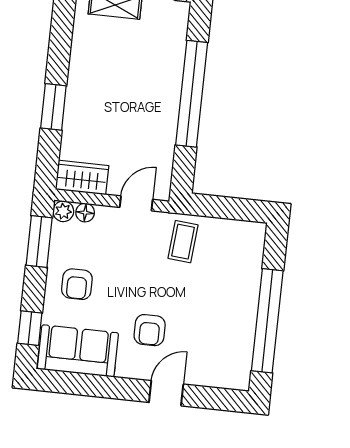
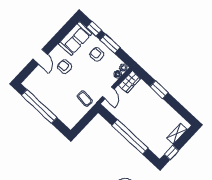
window: (39, 241) -> (110, 44), moved

